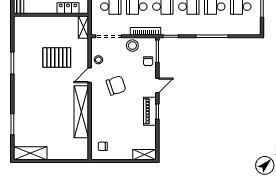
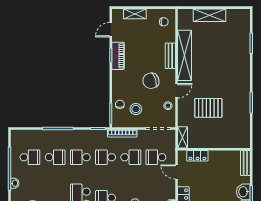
stool: (132, 46) -> (136, 109), moved
door: (157, 86) -> (111, 30), moved
bench: (96, 111) -> (170, 56), added
shelving: (30, 153) -> (210, 15), moved
shelving: (145, 155) -> (135, 14), moved

